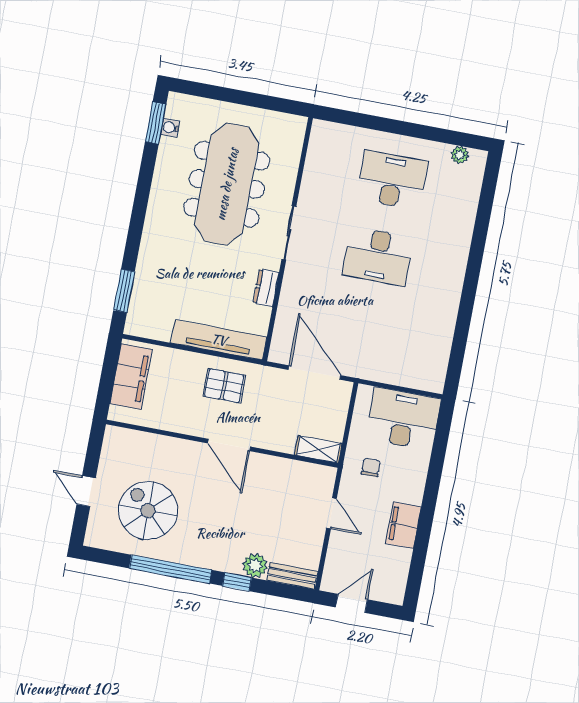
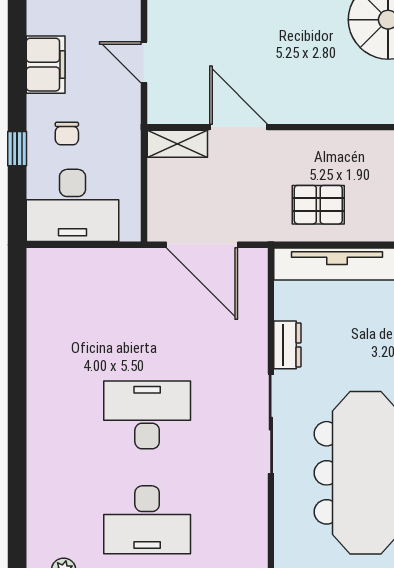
sliding door: (289, 233) -> (271, 424), width x1.37
door: (229, 445) -> (239, 127), moved
chair: (371, 467) -> (67, 133), moved
window: (436, 468) -> (17, 149), added

